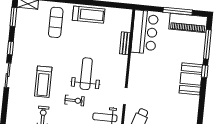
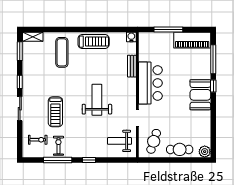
window: (178, 11) -> (168, 30), moved
water cooler: (127, 14) -> (131, 37), added
bar counter: (145, 32) -> (150, 83), moved
exercise bike: (74, 100) -> (38, 140), moved

